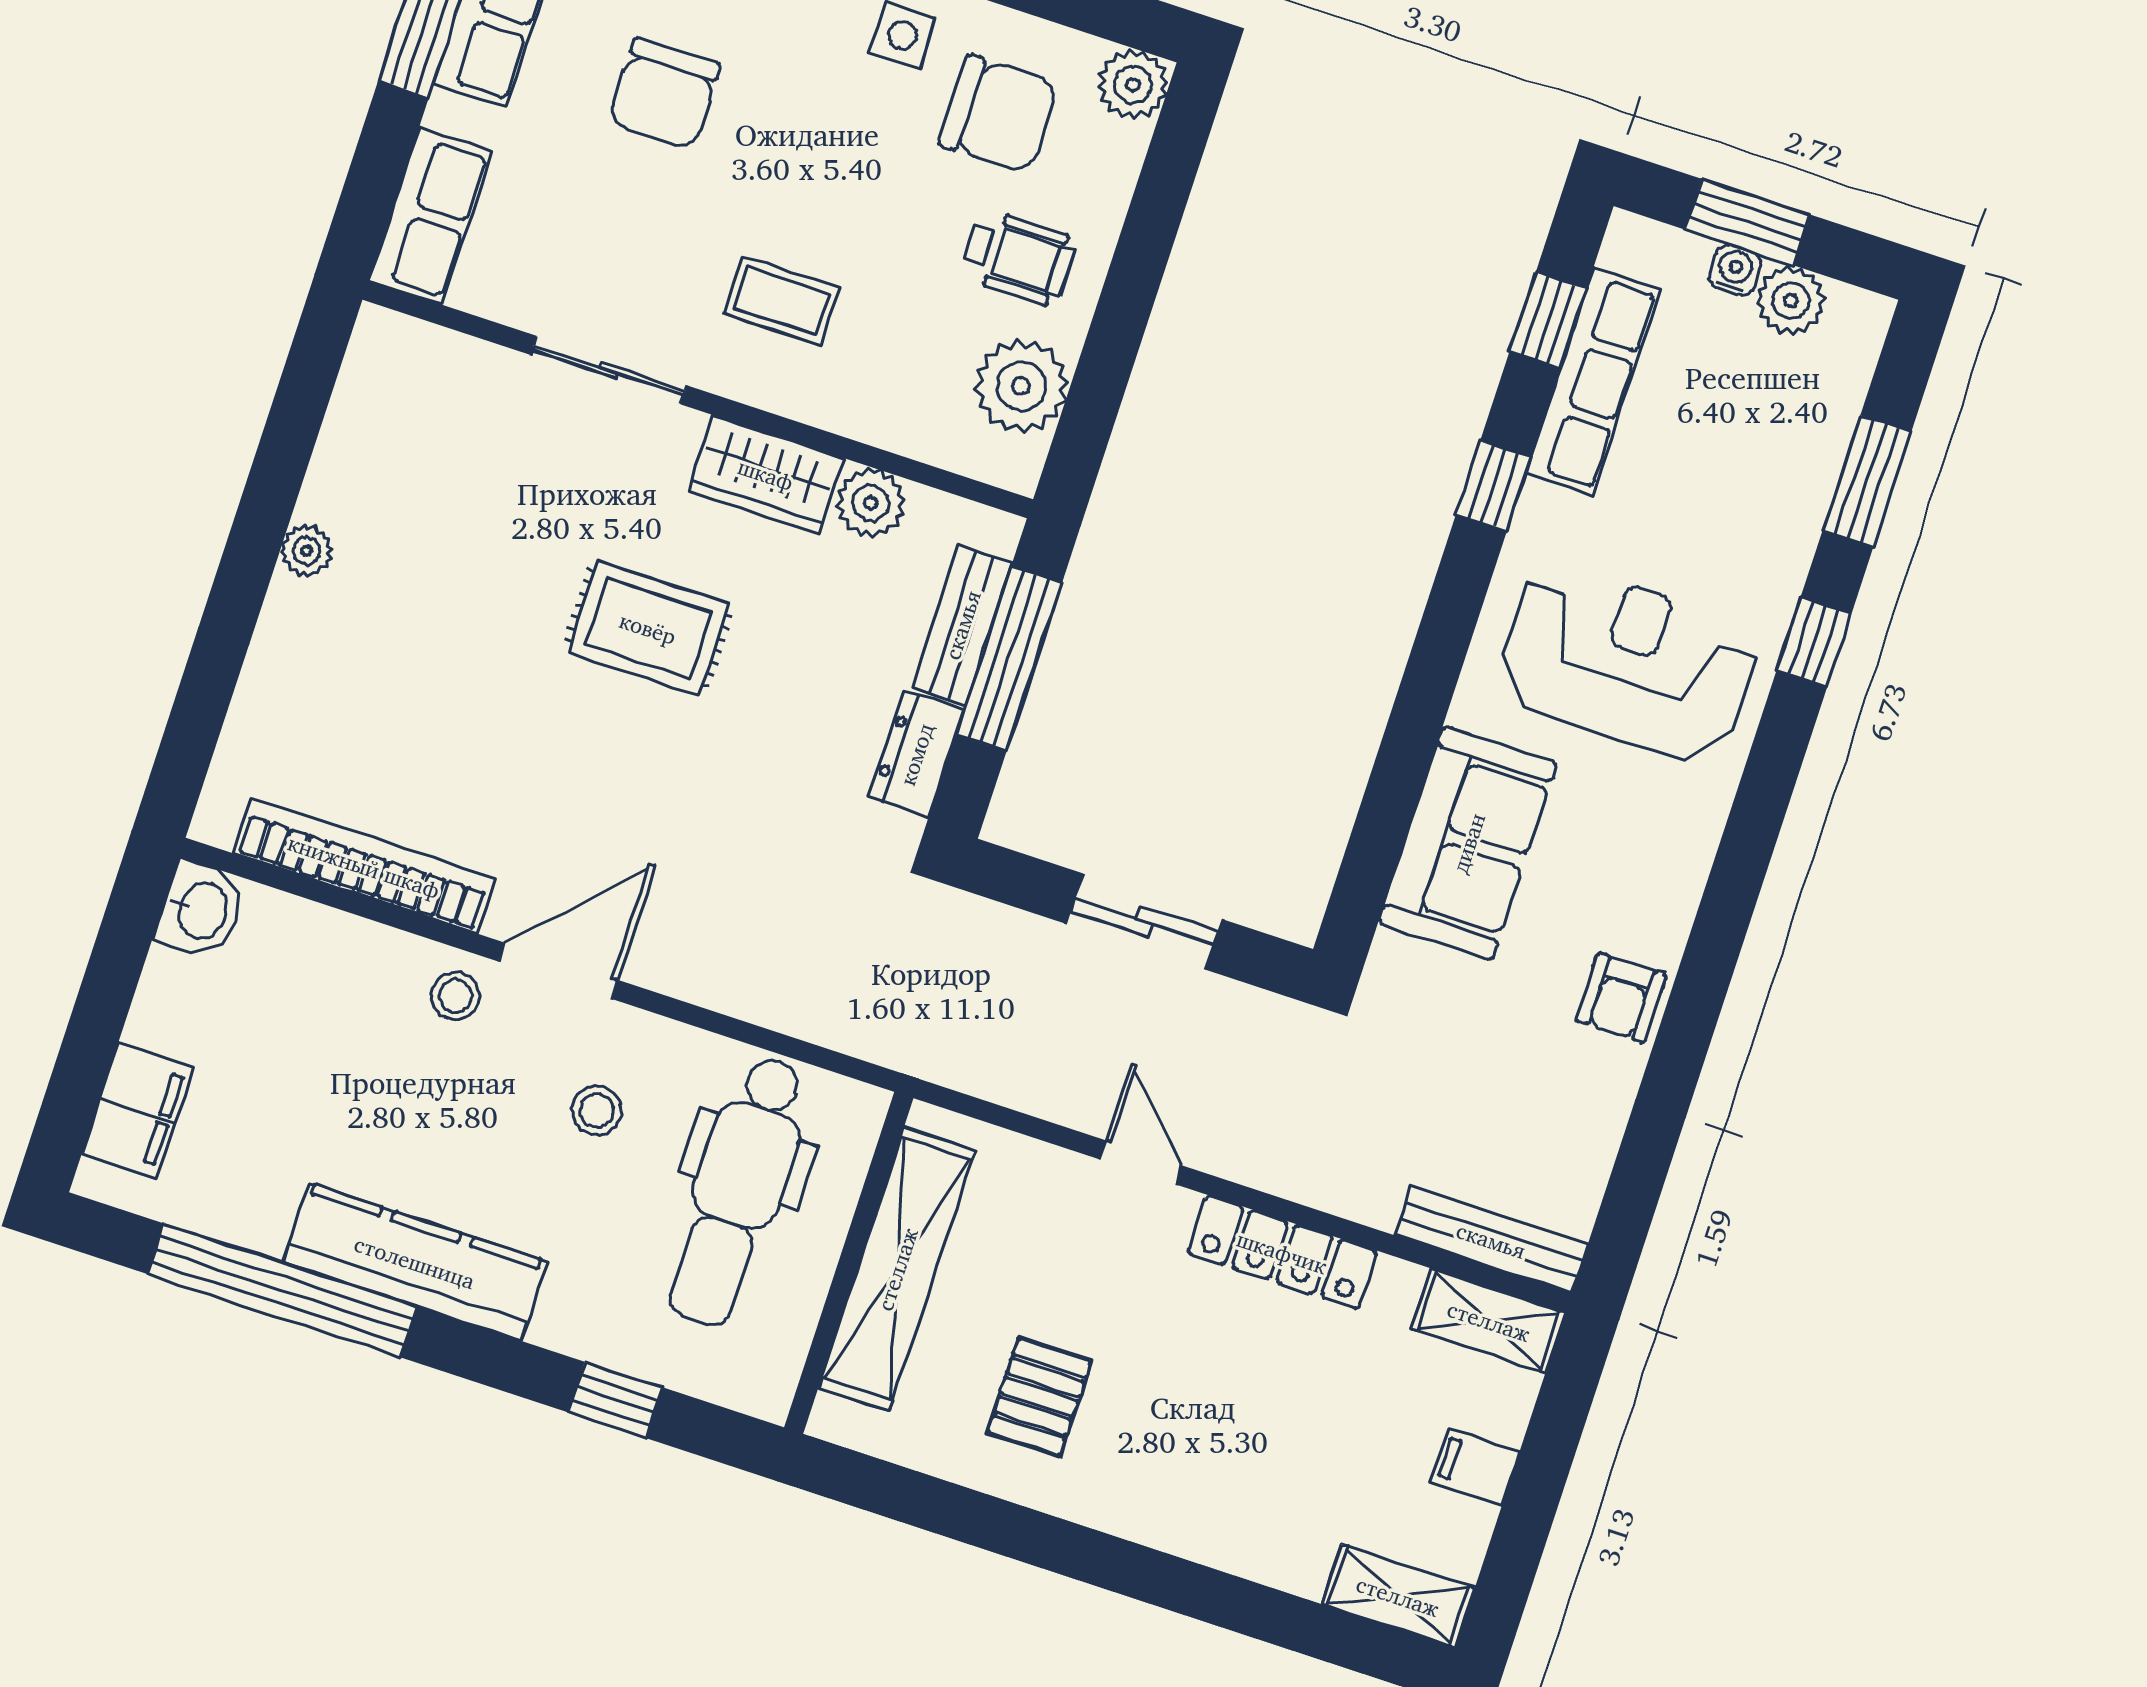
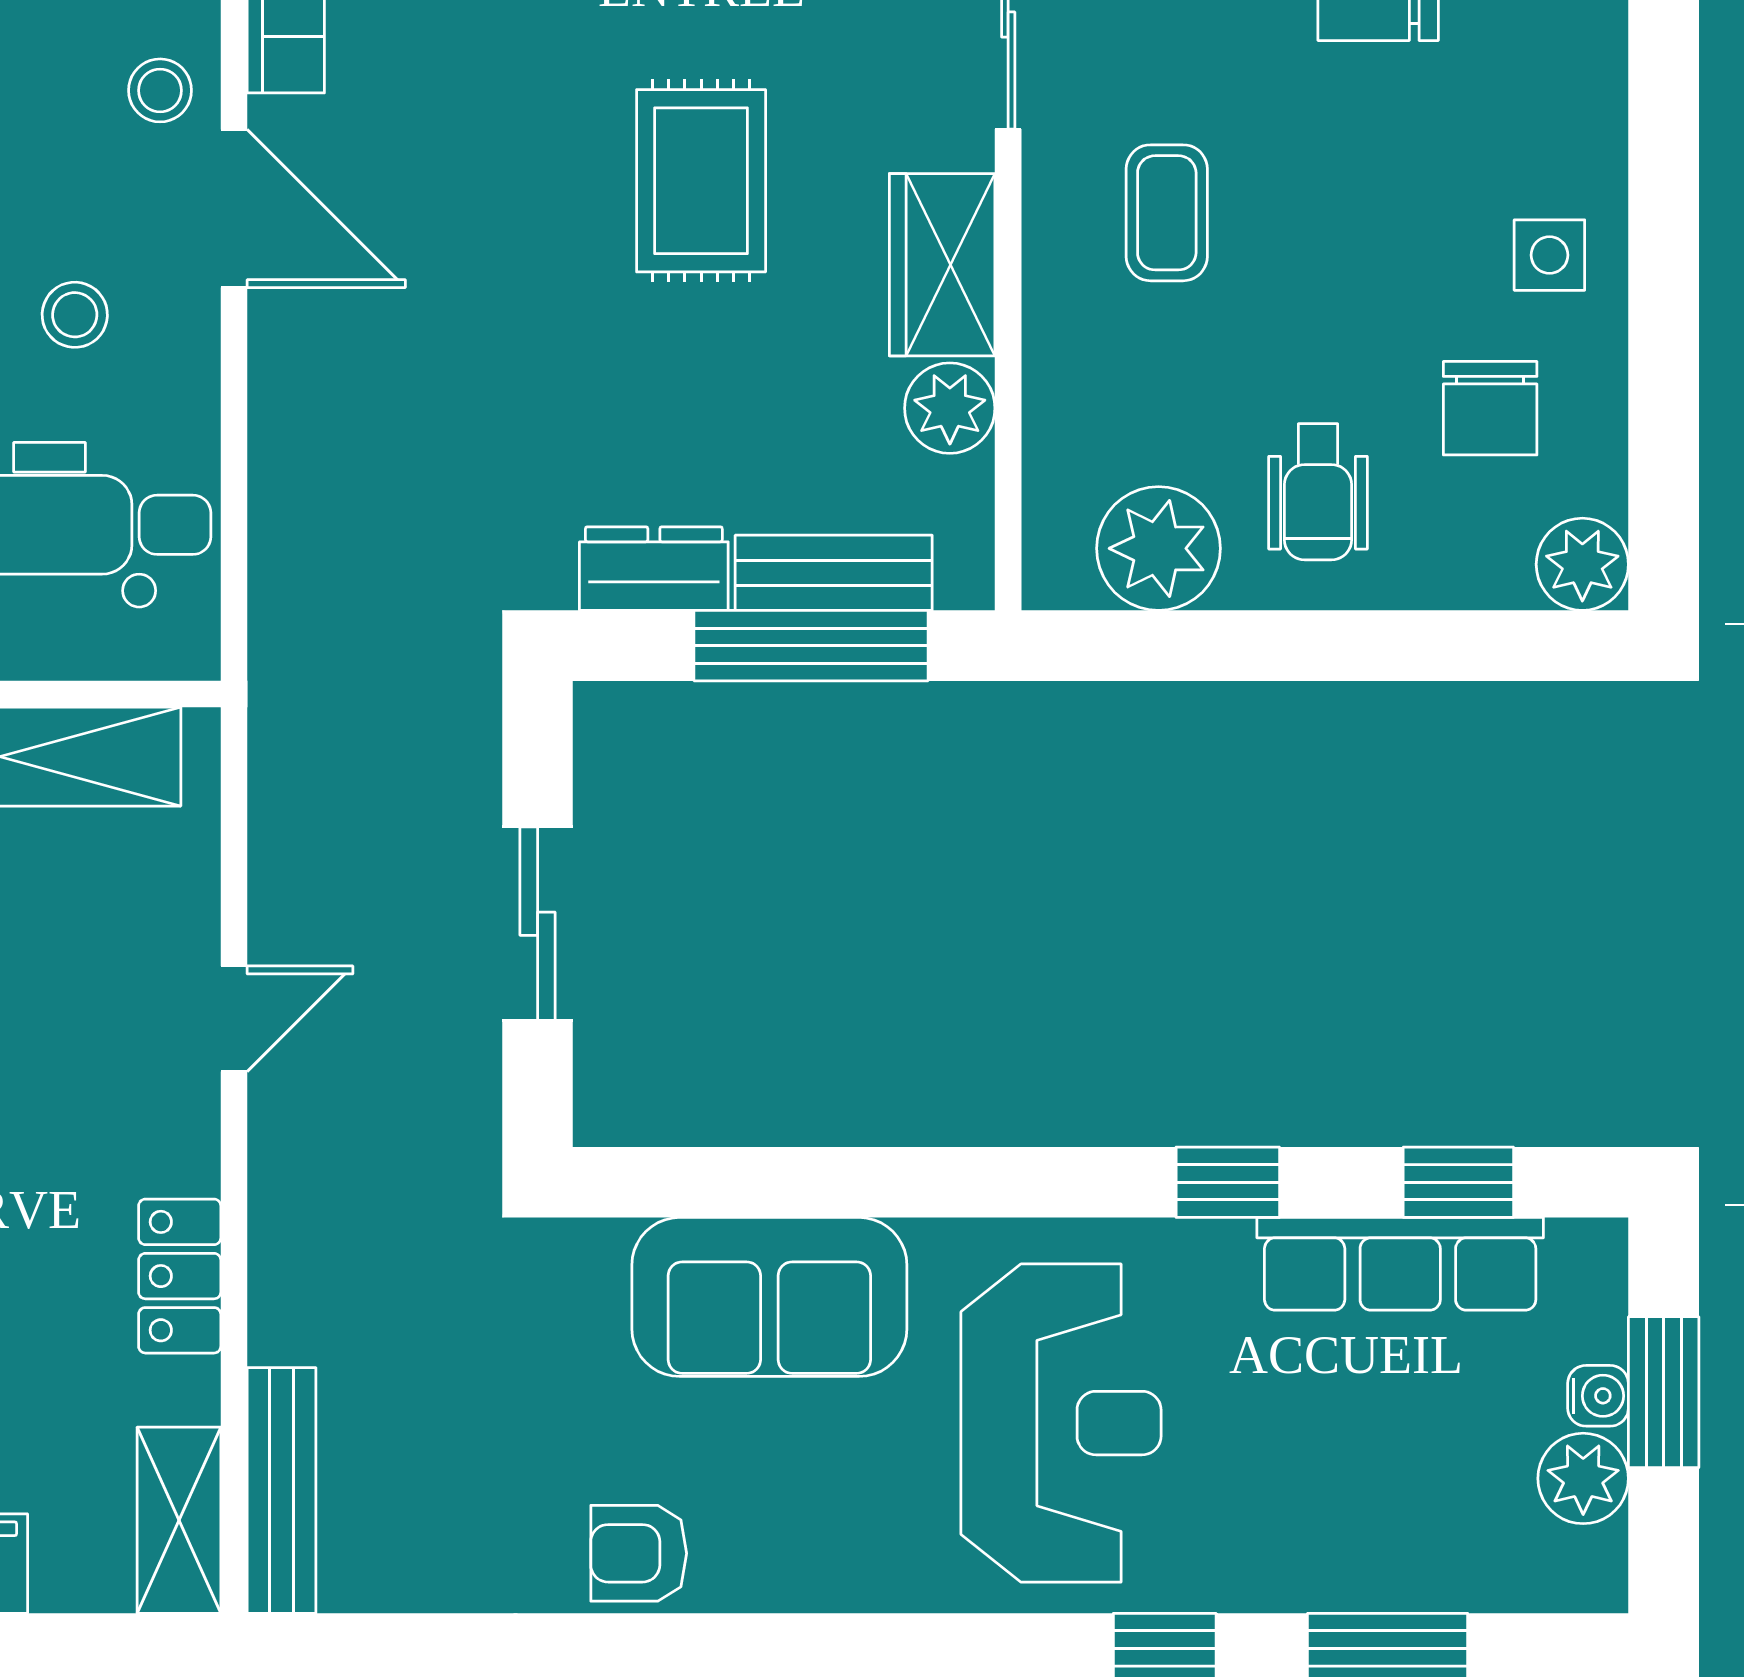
chair: (999, 114) -> (1490, 408), width x0.73, depth x0.73
locker: (1282, 1252) -> (180, 1276), width x0.66

